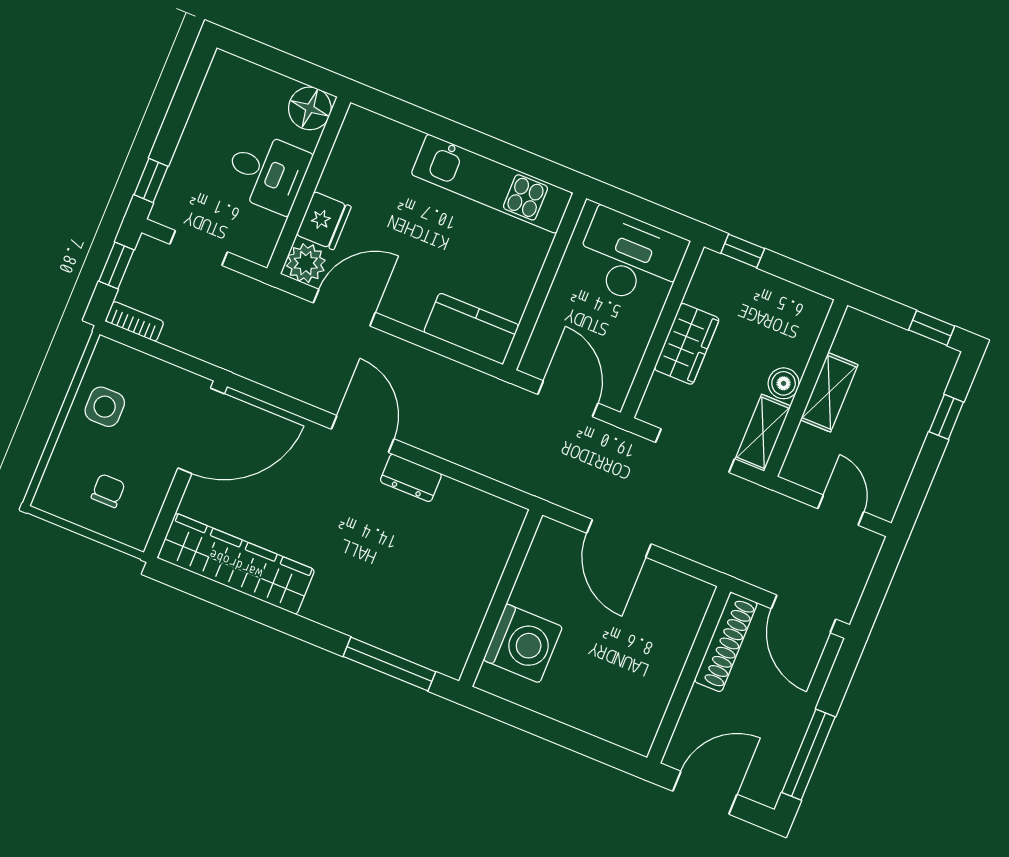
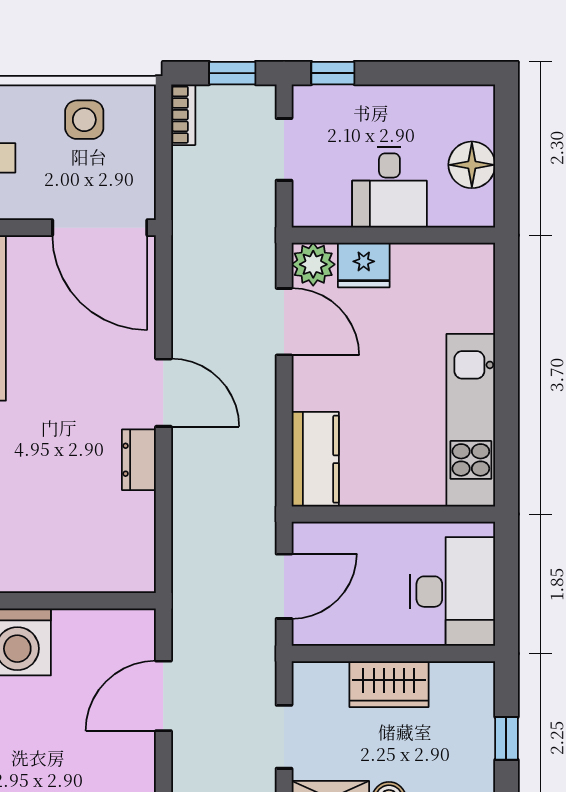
floor lamp: (310, 108) -> (472, 165), moved
window: (743, 251) -> (506, 738), moved
door: (363, 434) -> (163, 393), hinge flipped
doorway: (695, 451) -> (284, 737), width x0.73

